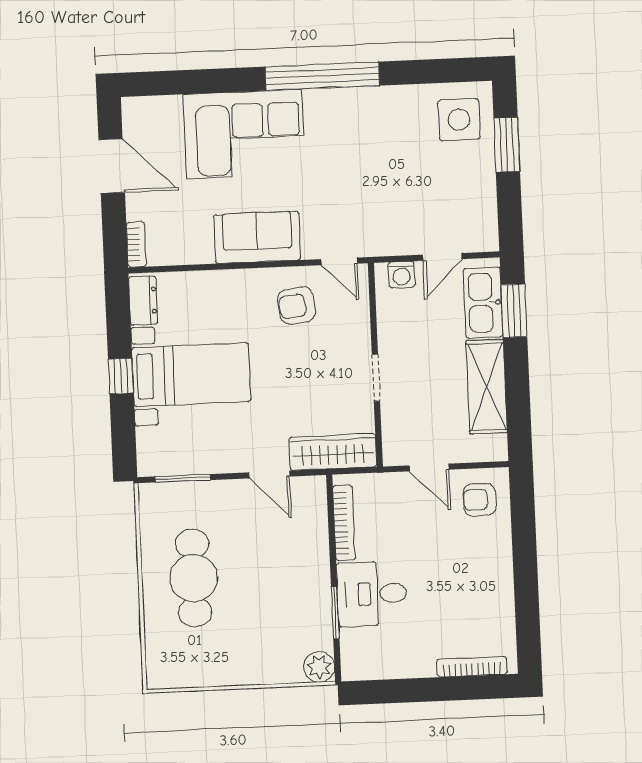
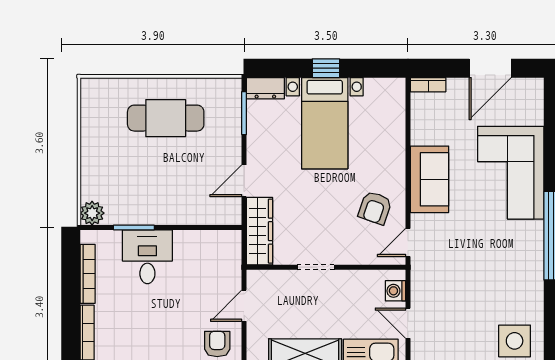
dresser: (143, 301) -> (265, 88), moved
armchair: (297, 306) -> (375, 208), turned -153
bookcase: (344, 523) -> (88, 274), moved, turned -90

